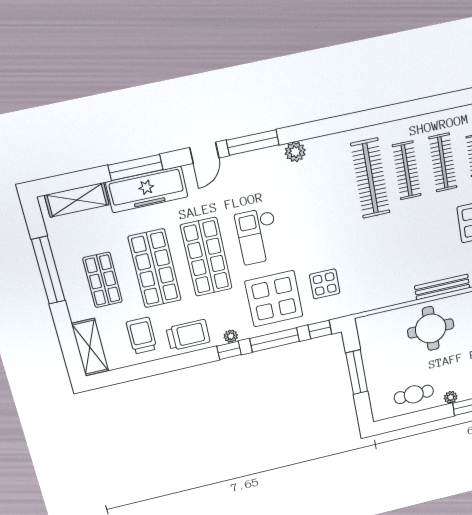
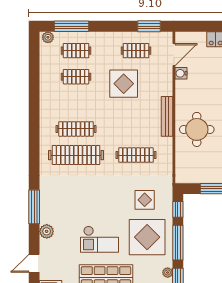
window: (253, 142) -> (34, 207), moved
plant: (295, 152) -> (47, 231), moved
door: (204, 153) -> (34, 263), swing flipped
clothes rail: (443, 162) -> (136, 155), moved

